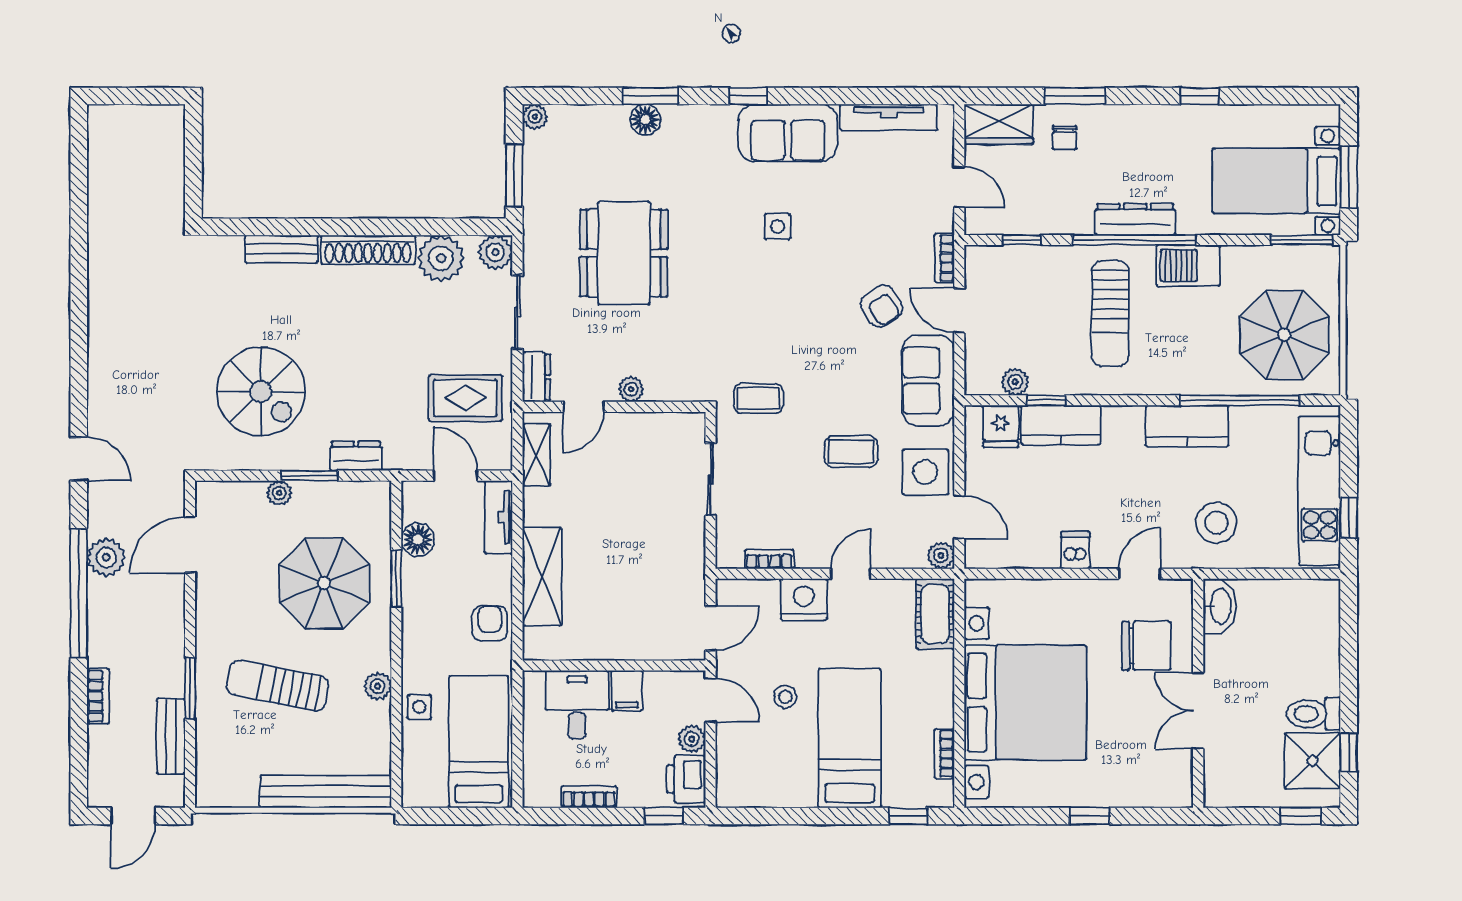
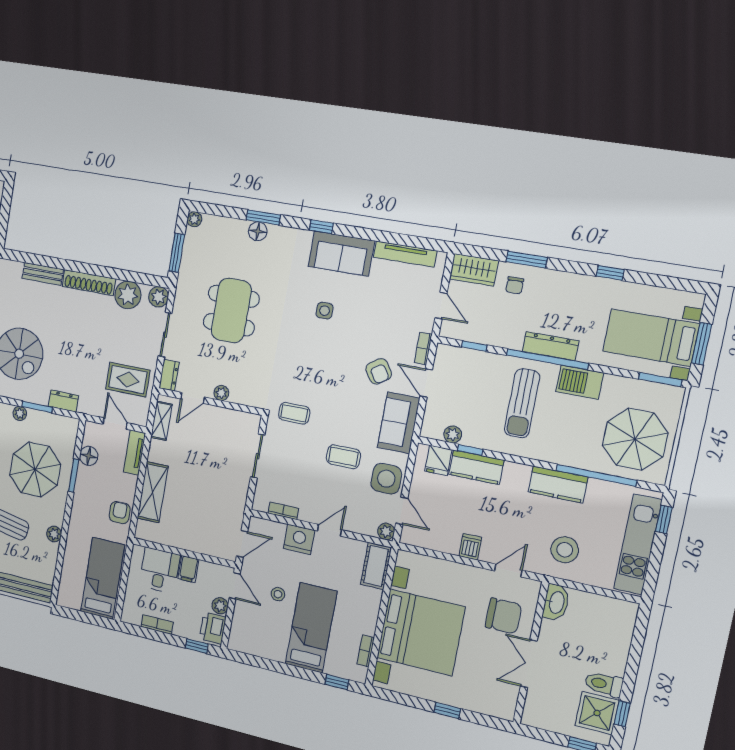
window: (1349, 518) -> (664, 519), moved
side table: (419, 707) -> (74, 551), removed

